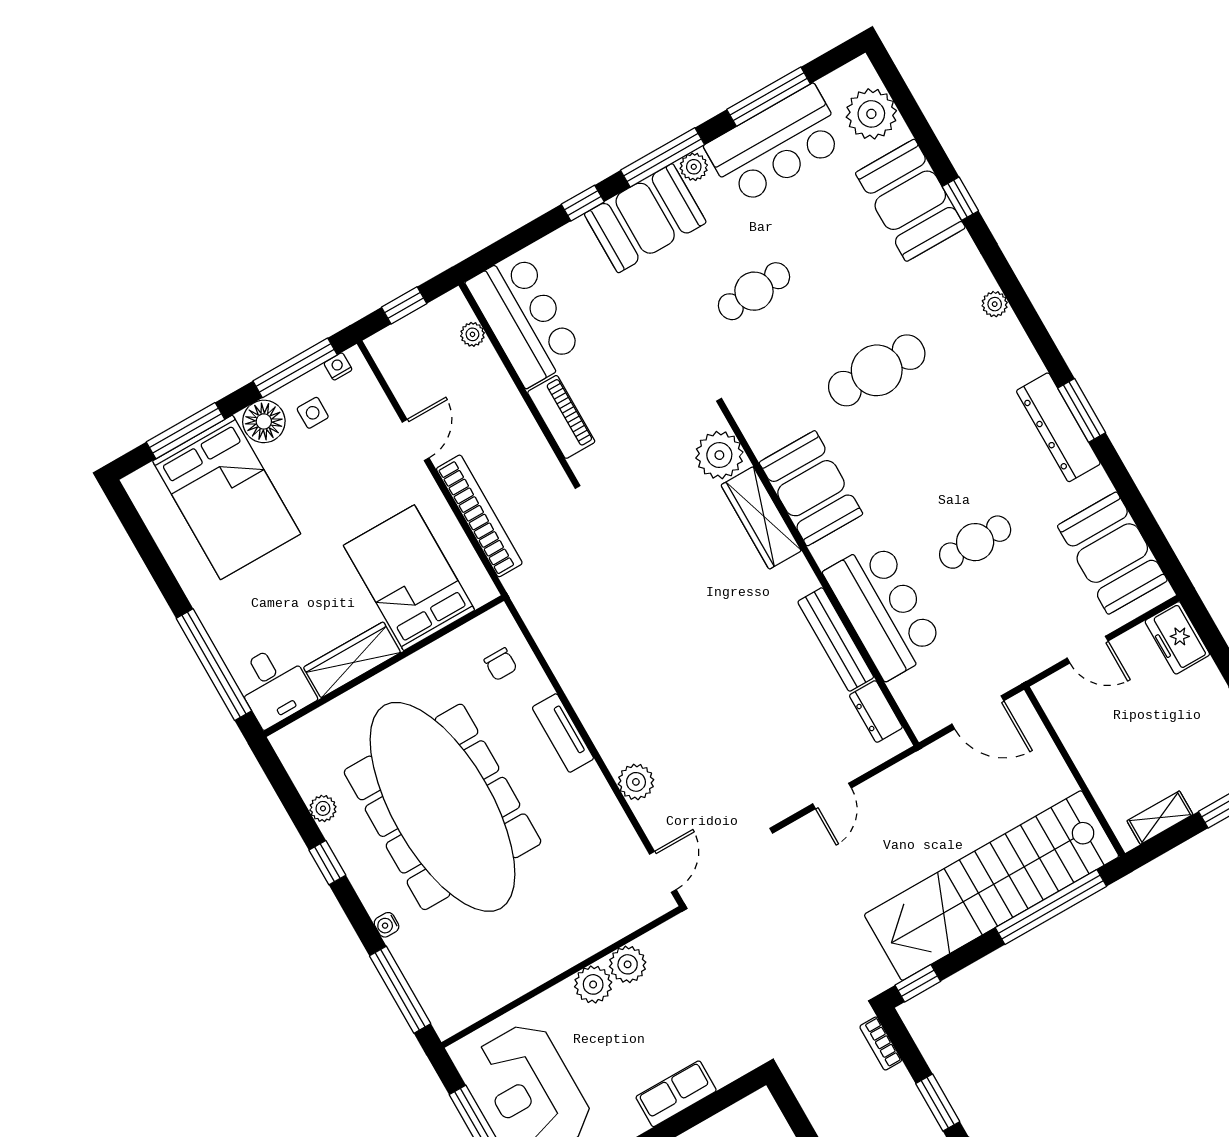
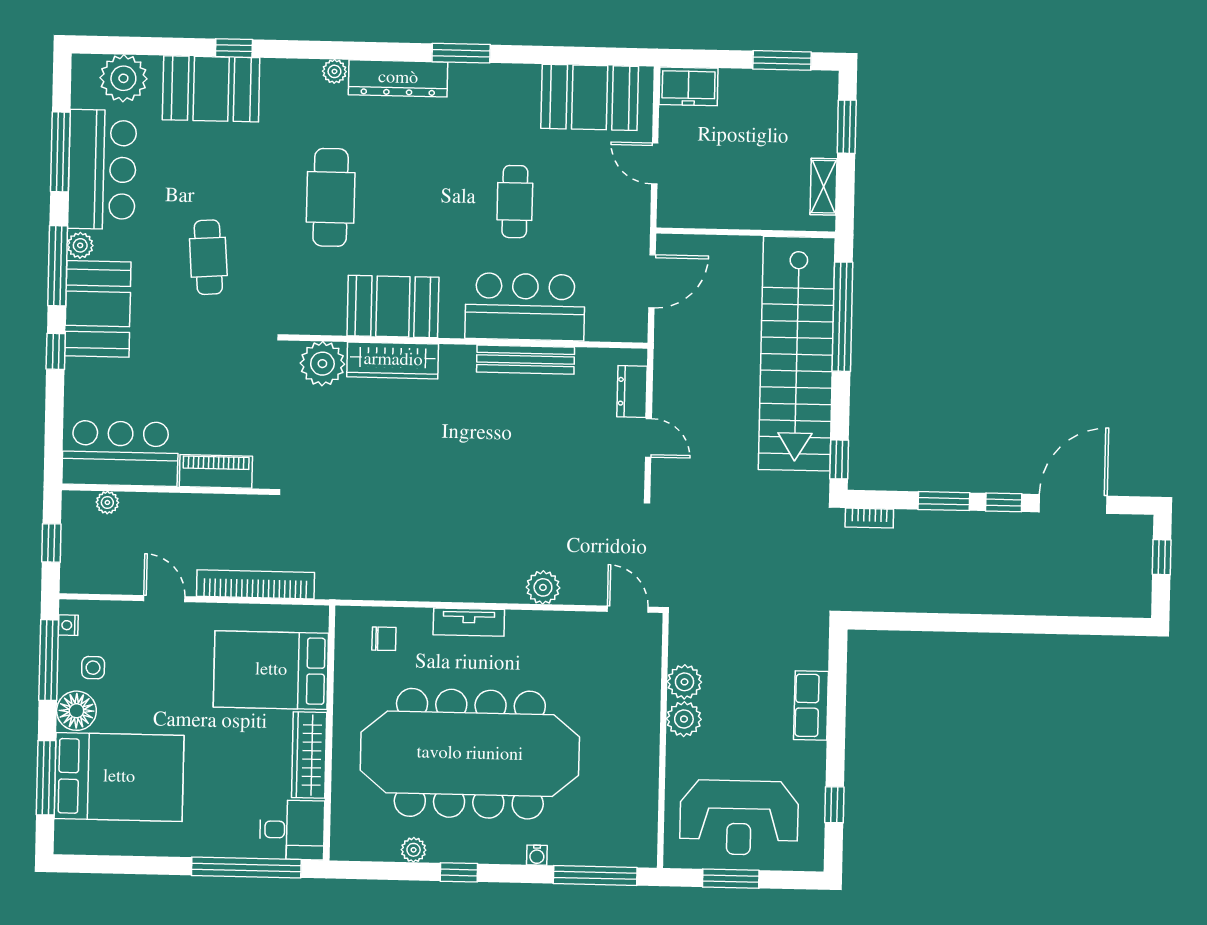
dresser: (1058, 427) -> (398, 78), moved
door: (1088, 650) -> (655, 164), swing flipped
dresser: (876, 711) -> (632, 392), moved, turned 90

